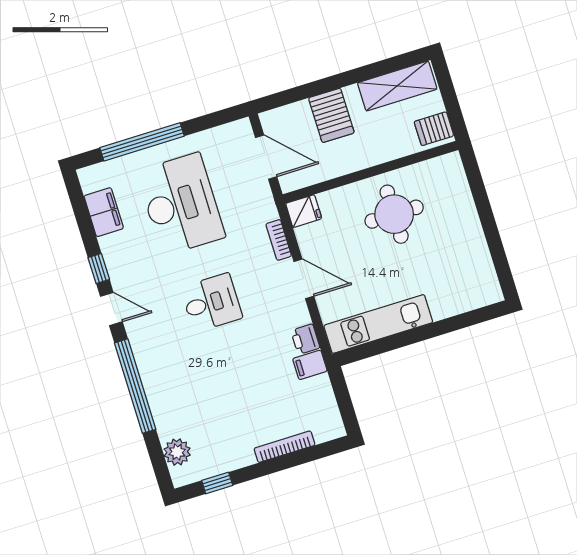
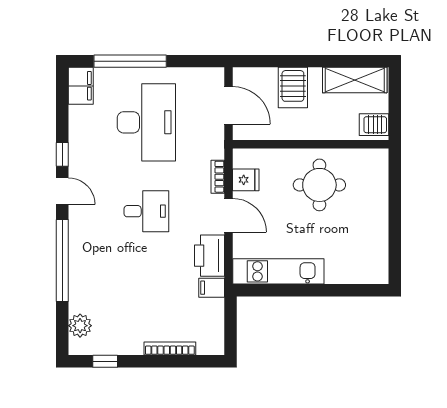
fridge: (304, 211) -> (246, 180), moved
filing cabinet: (104, 212) -> (81, 86), moved
printer: (305, 339) -> (210, 256), width x1.87, depth x1.48

